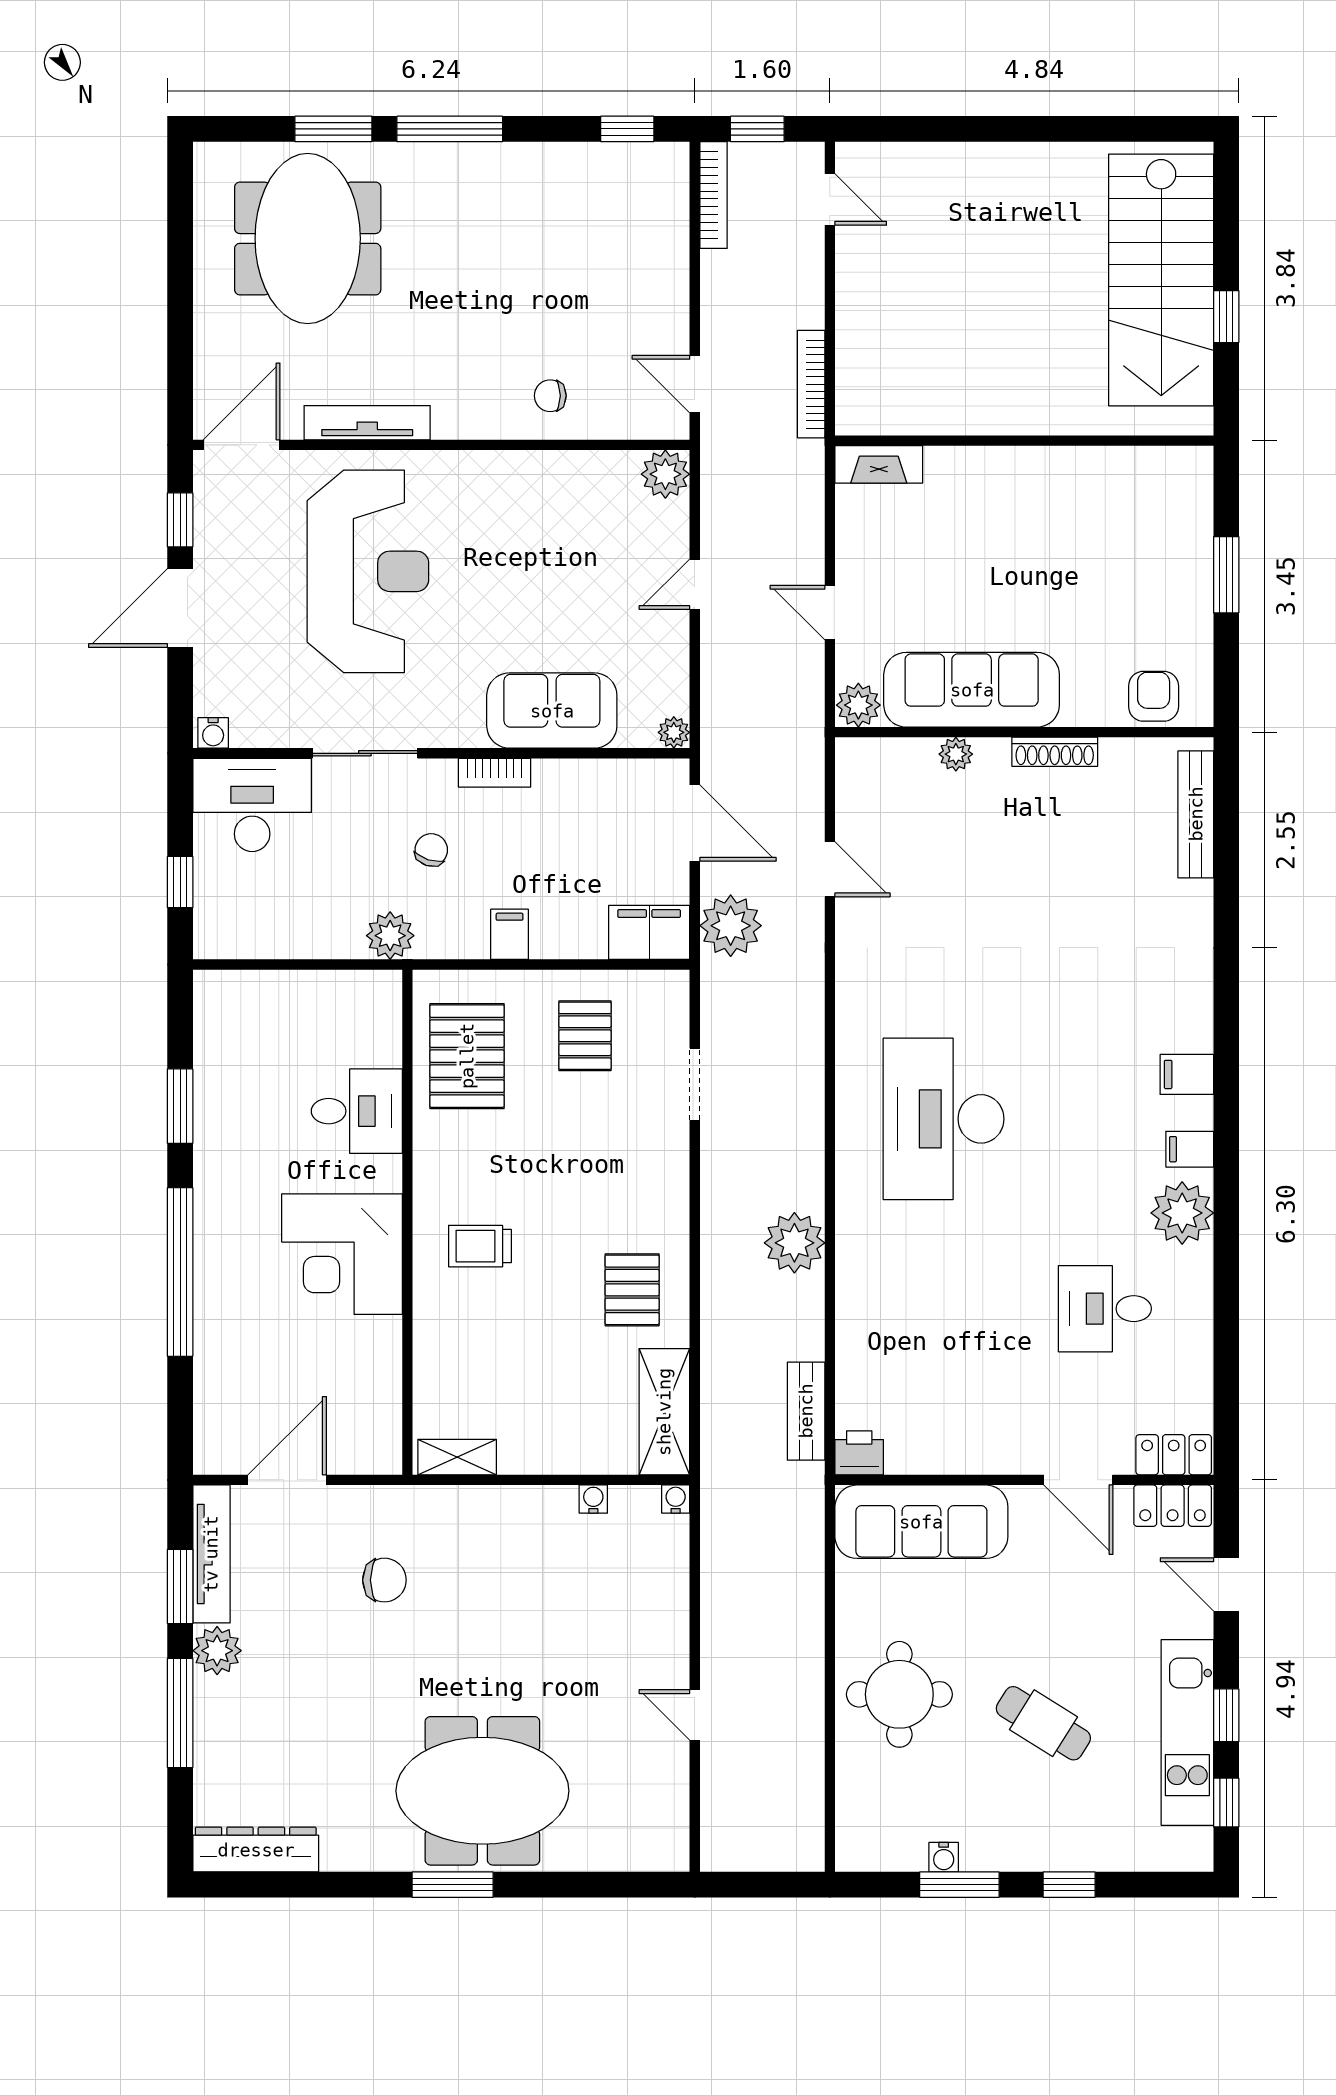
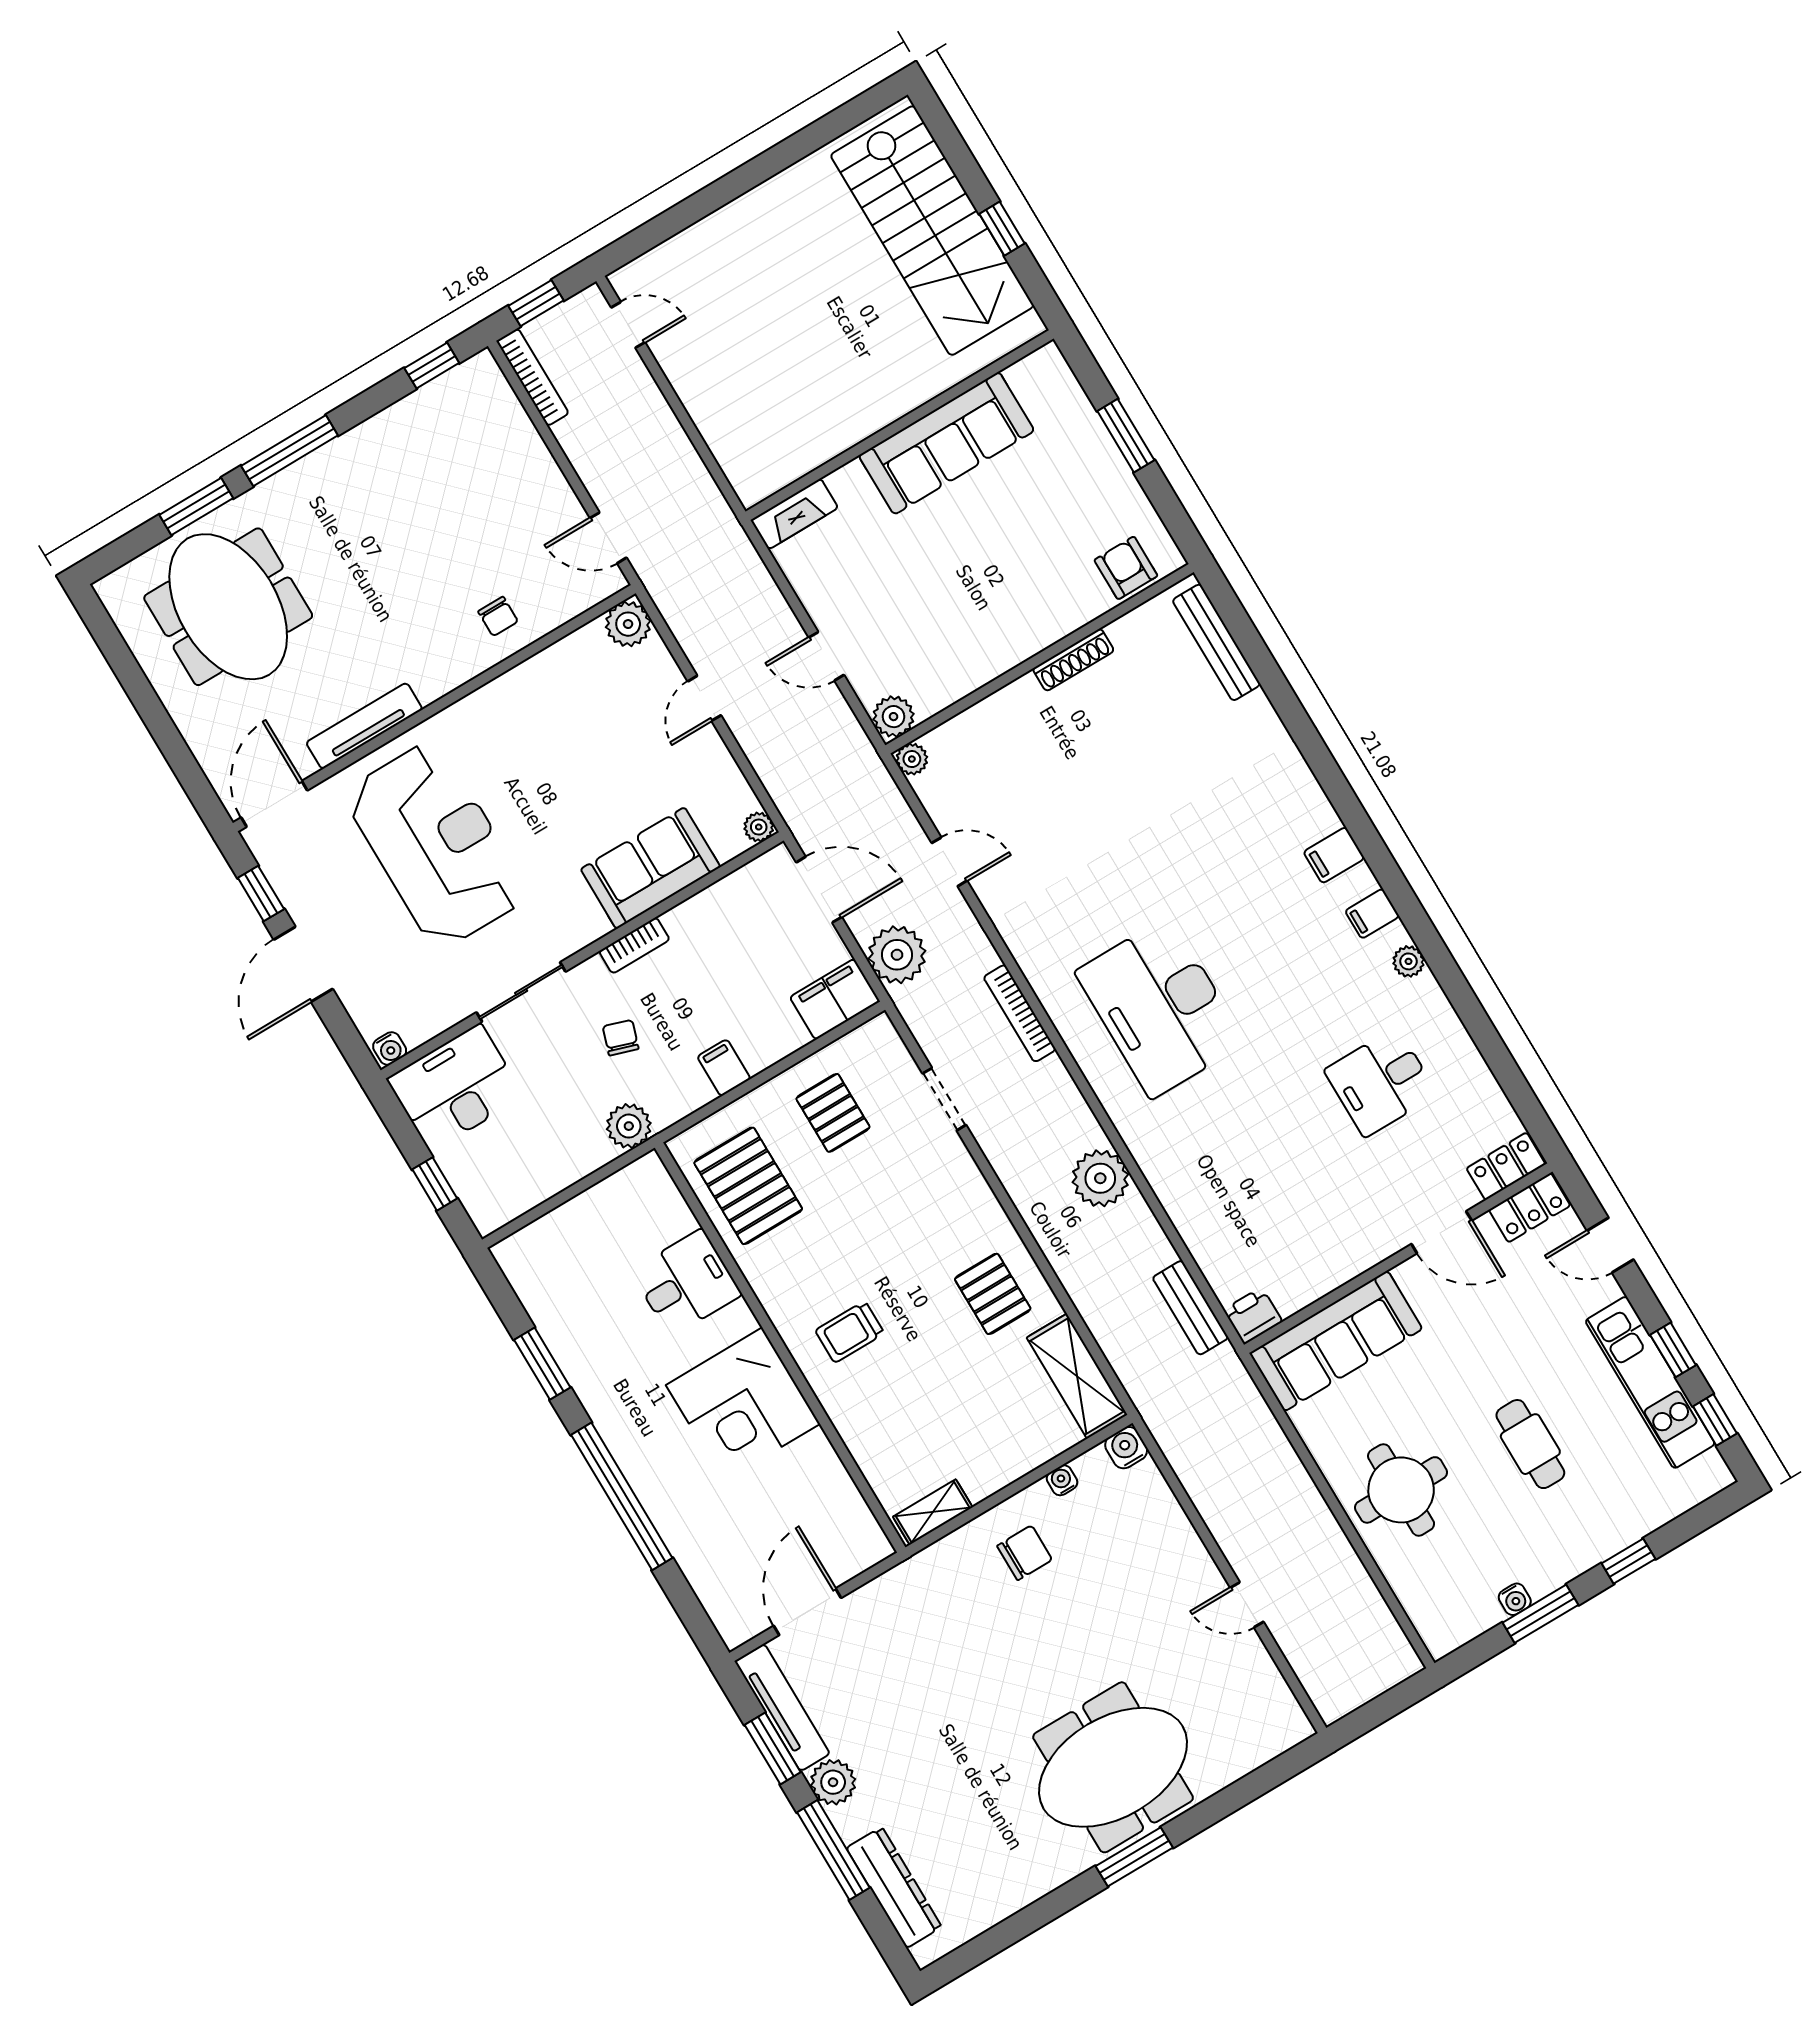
bookcase: (811, 384) -> (1020, 1013), moved
chair: (550, 396) -> (498, 616), turned -90
sofa: (972, 690) -> (946, 443), moved, turned 180
plant: (956, 754) -> (912, 759), moved
plant: (1182, 1213) -> (1409, 961), width x0.53, depth x0.53
water cooler: (676, 1499) -> (1126, 1448), width x1.38, depth x1.38
chair: (384, 1580) -> (1025, 1553), moved
cafe table: (1043, 1723) -> (1530, 1444), turned 58
dresser: (256, 1850) -> (894, 1887), moved, turned 90

